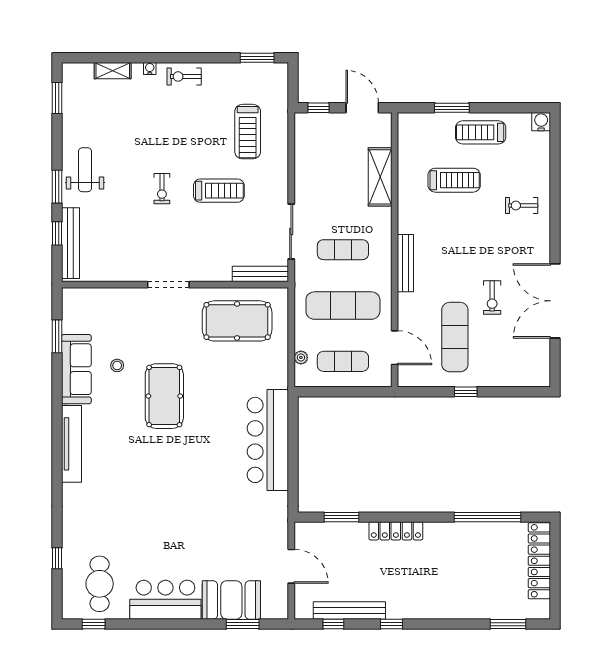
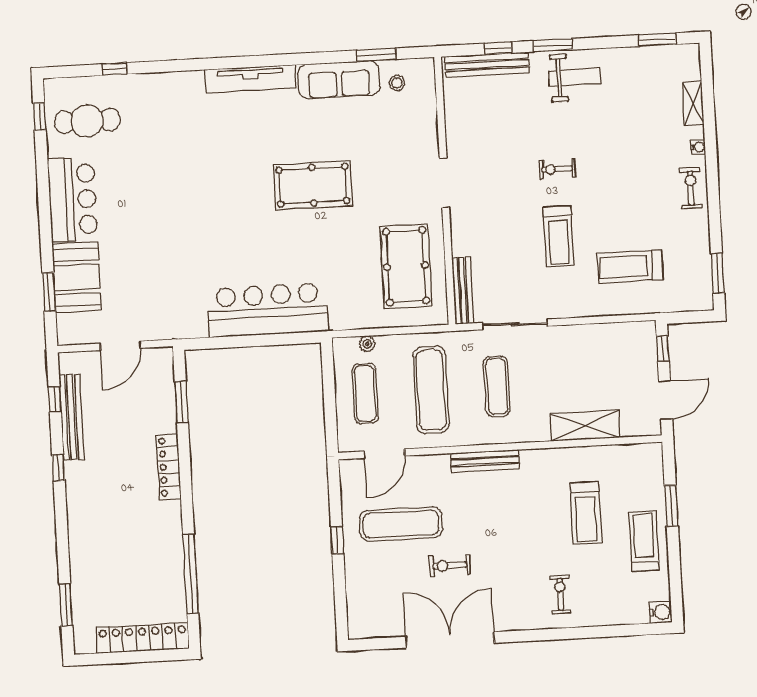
stool: (117, 365) -> (397, 83), moved

